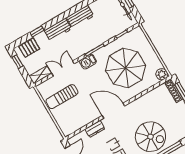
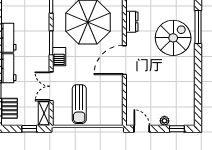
window: (17, 62) -> (29, 129), moved
dresser: (95, 129) -> (132, 22), moved

